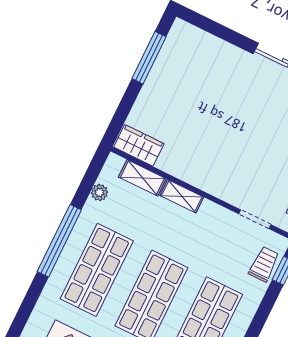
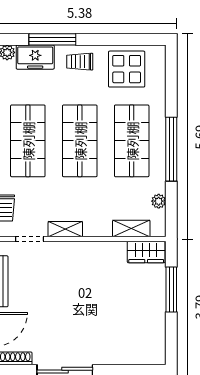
window: (149, 58) -> (171, 290), moved
shelving: (182, 196) -> (65, 229), moved

